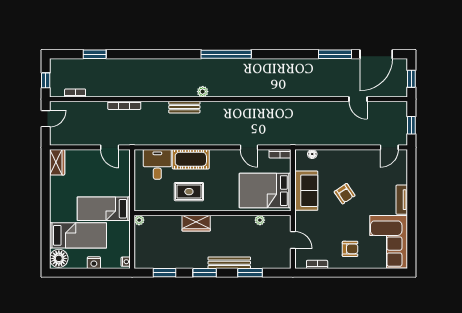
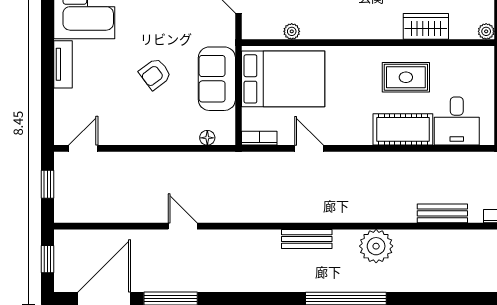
bench: (250, 91) -> (307, 239), added
plant: (203, 92) -> (376, 246), width x1.88, depth x1.88
door: (358, 99) -> (183, 226), moved
bench: (184, 107) -> (442, 213), moved
armchair: (345, 194) -> (155, 74), turned -93
wardrobe: (196, 223) -> (426, 26), moved

